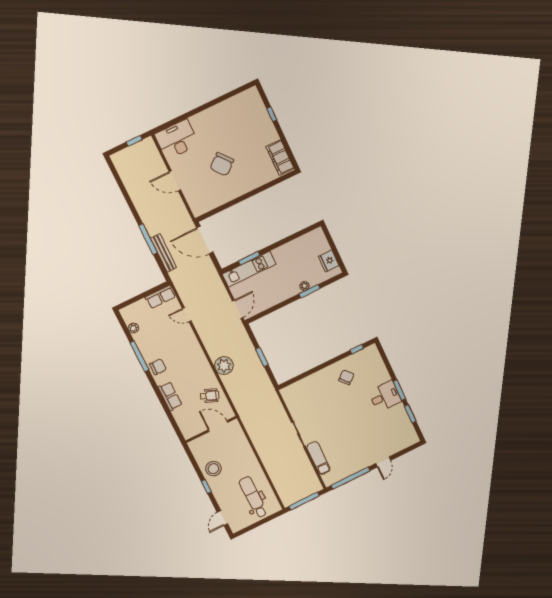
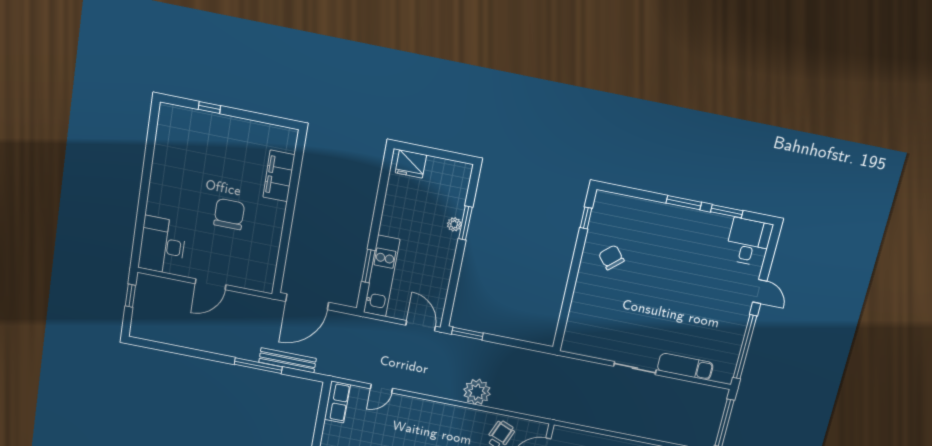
filing cabinet: (280, 158) -> (279, 176), moved, turned 90
chair: (222, 164) -> (229, 214), turned -140
fridge: (329, 261) -> (411, 164), moved
window: (262, 357) -> (467, 334), moved
desk: (385, 397) -> (749, 242), moved

